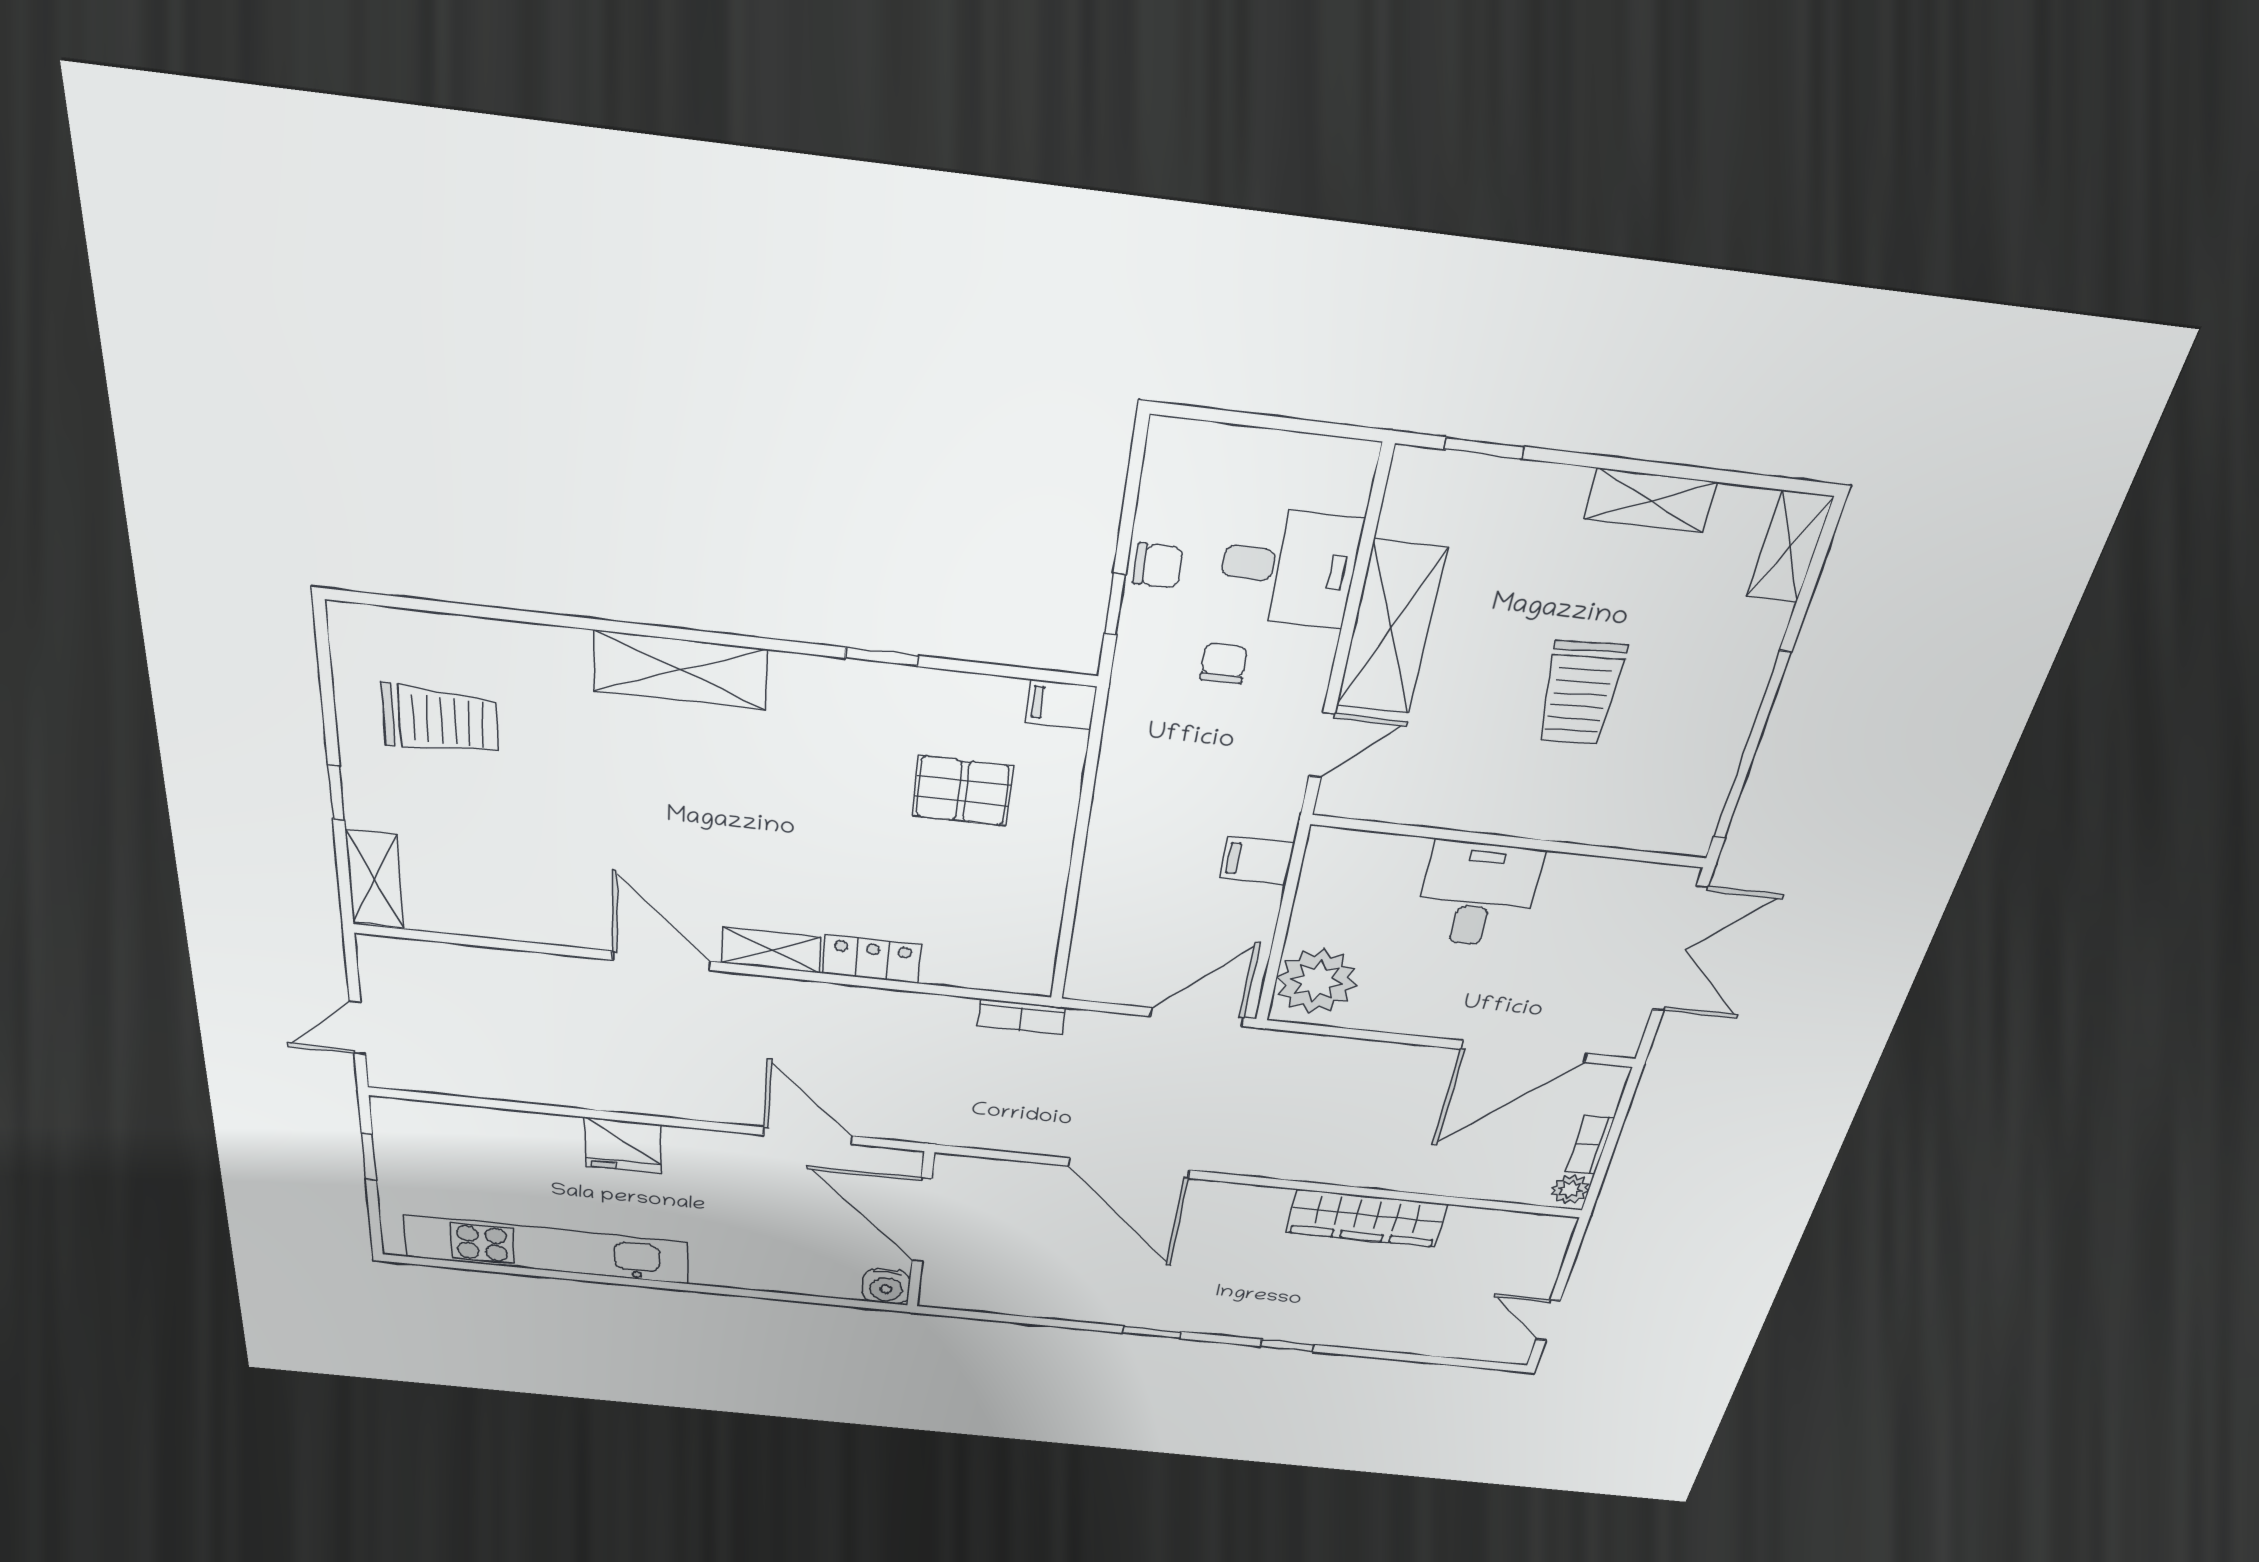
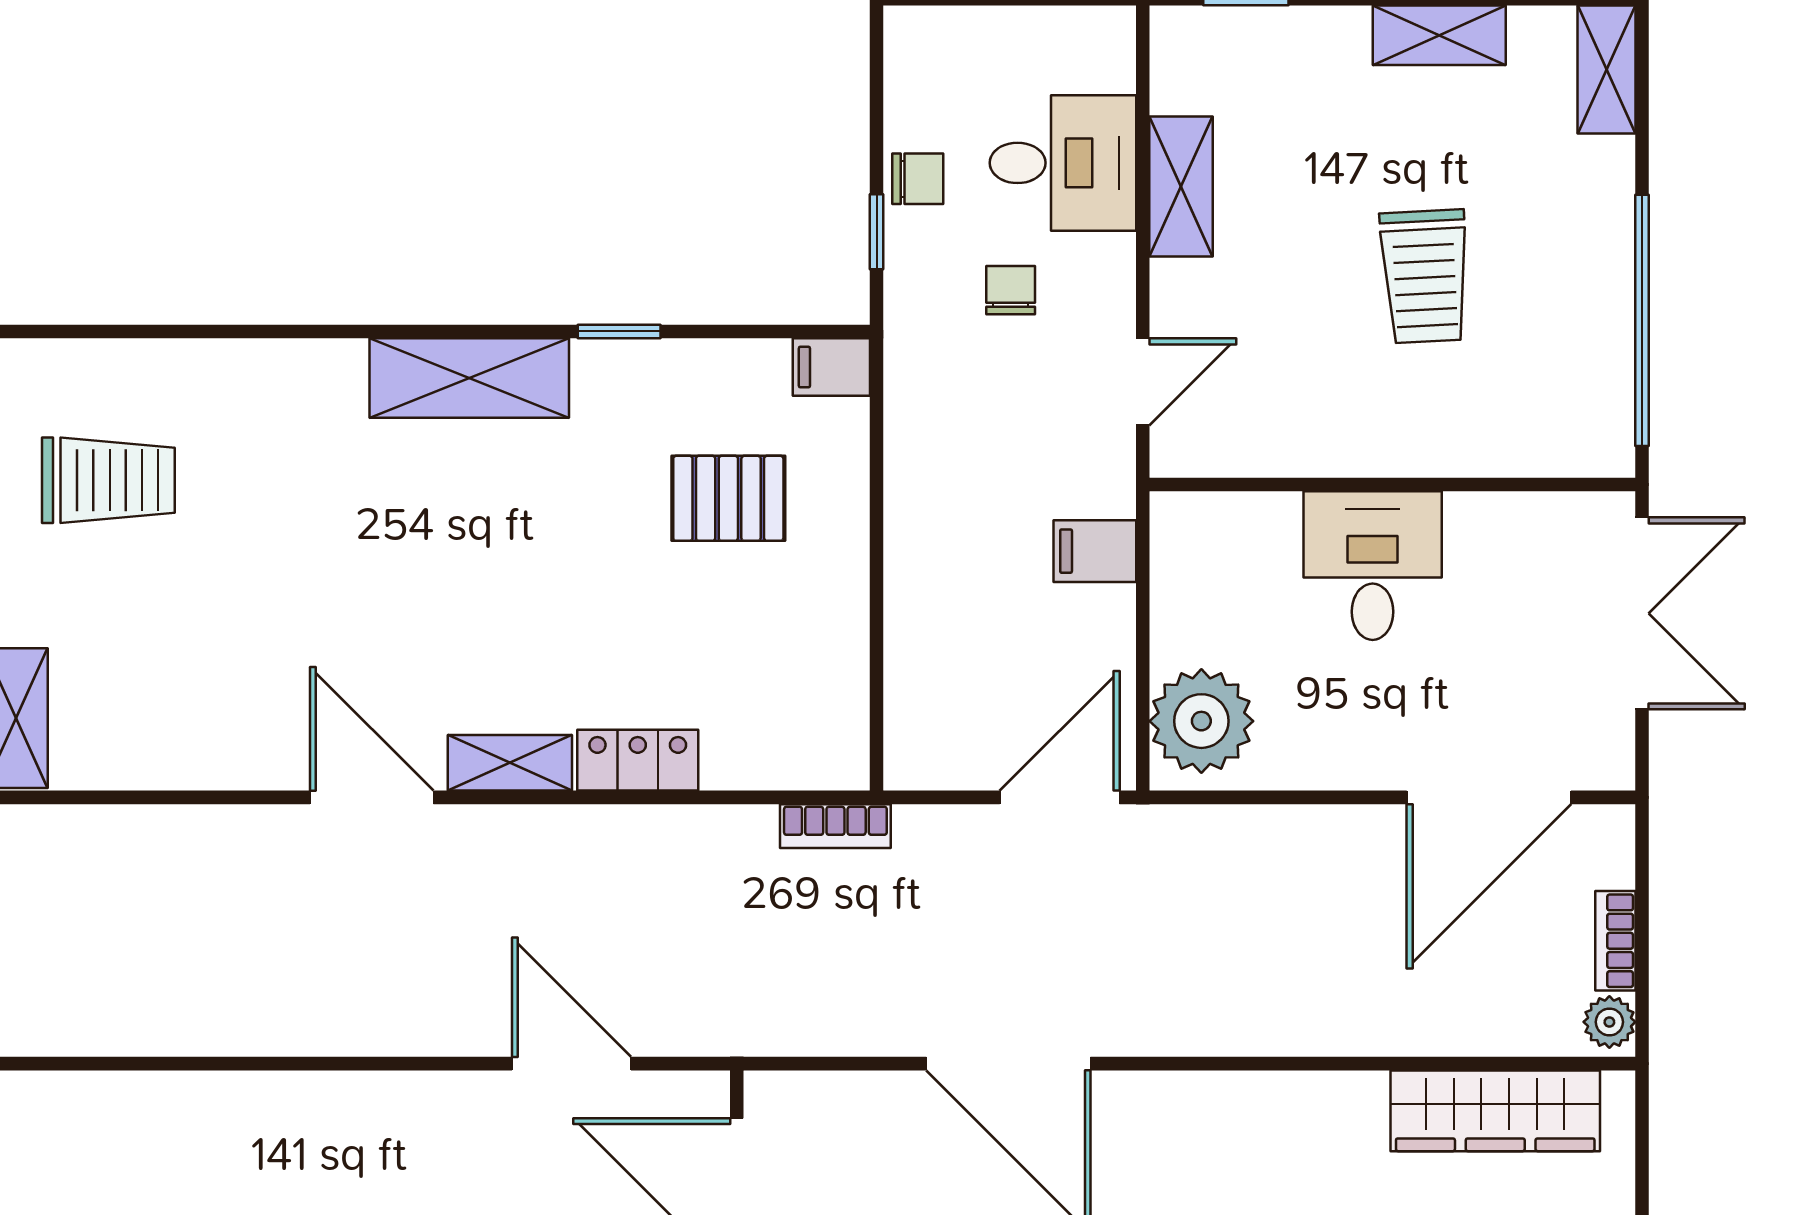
shelving: (1391, 628) -> (1181, 186), width x0.67, depth x0.75
shelving: (680, 670) -> (469, 378), moved
fridge: (623, 1145) -> (323, 1114), removed
wardrobe: (1366, 1218) -> (1495, 1111), moved

